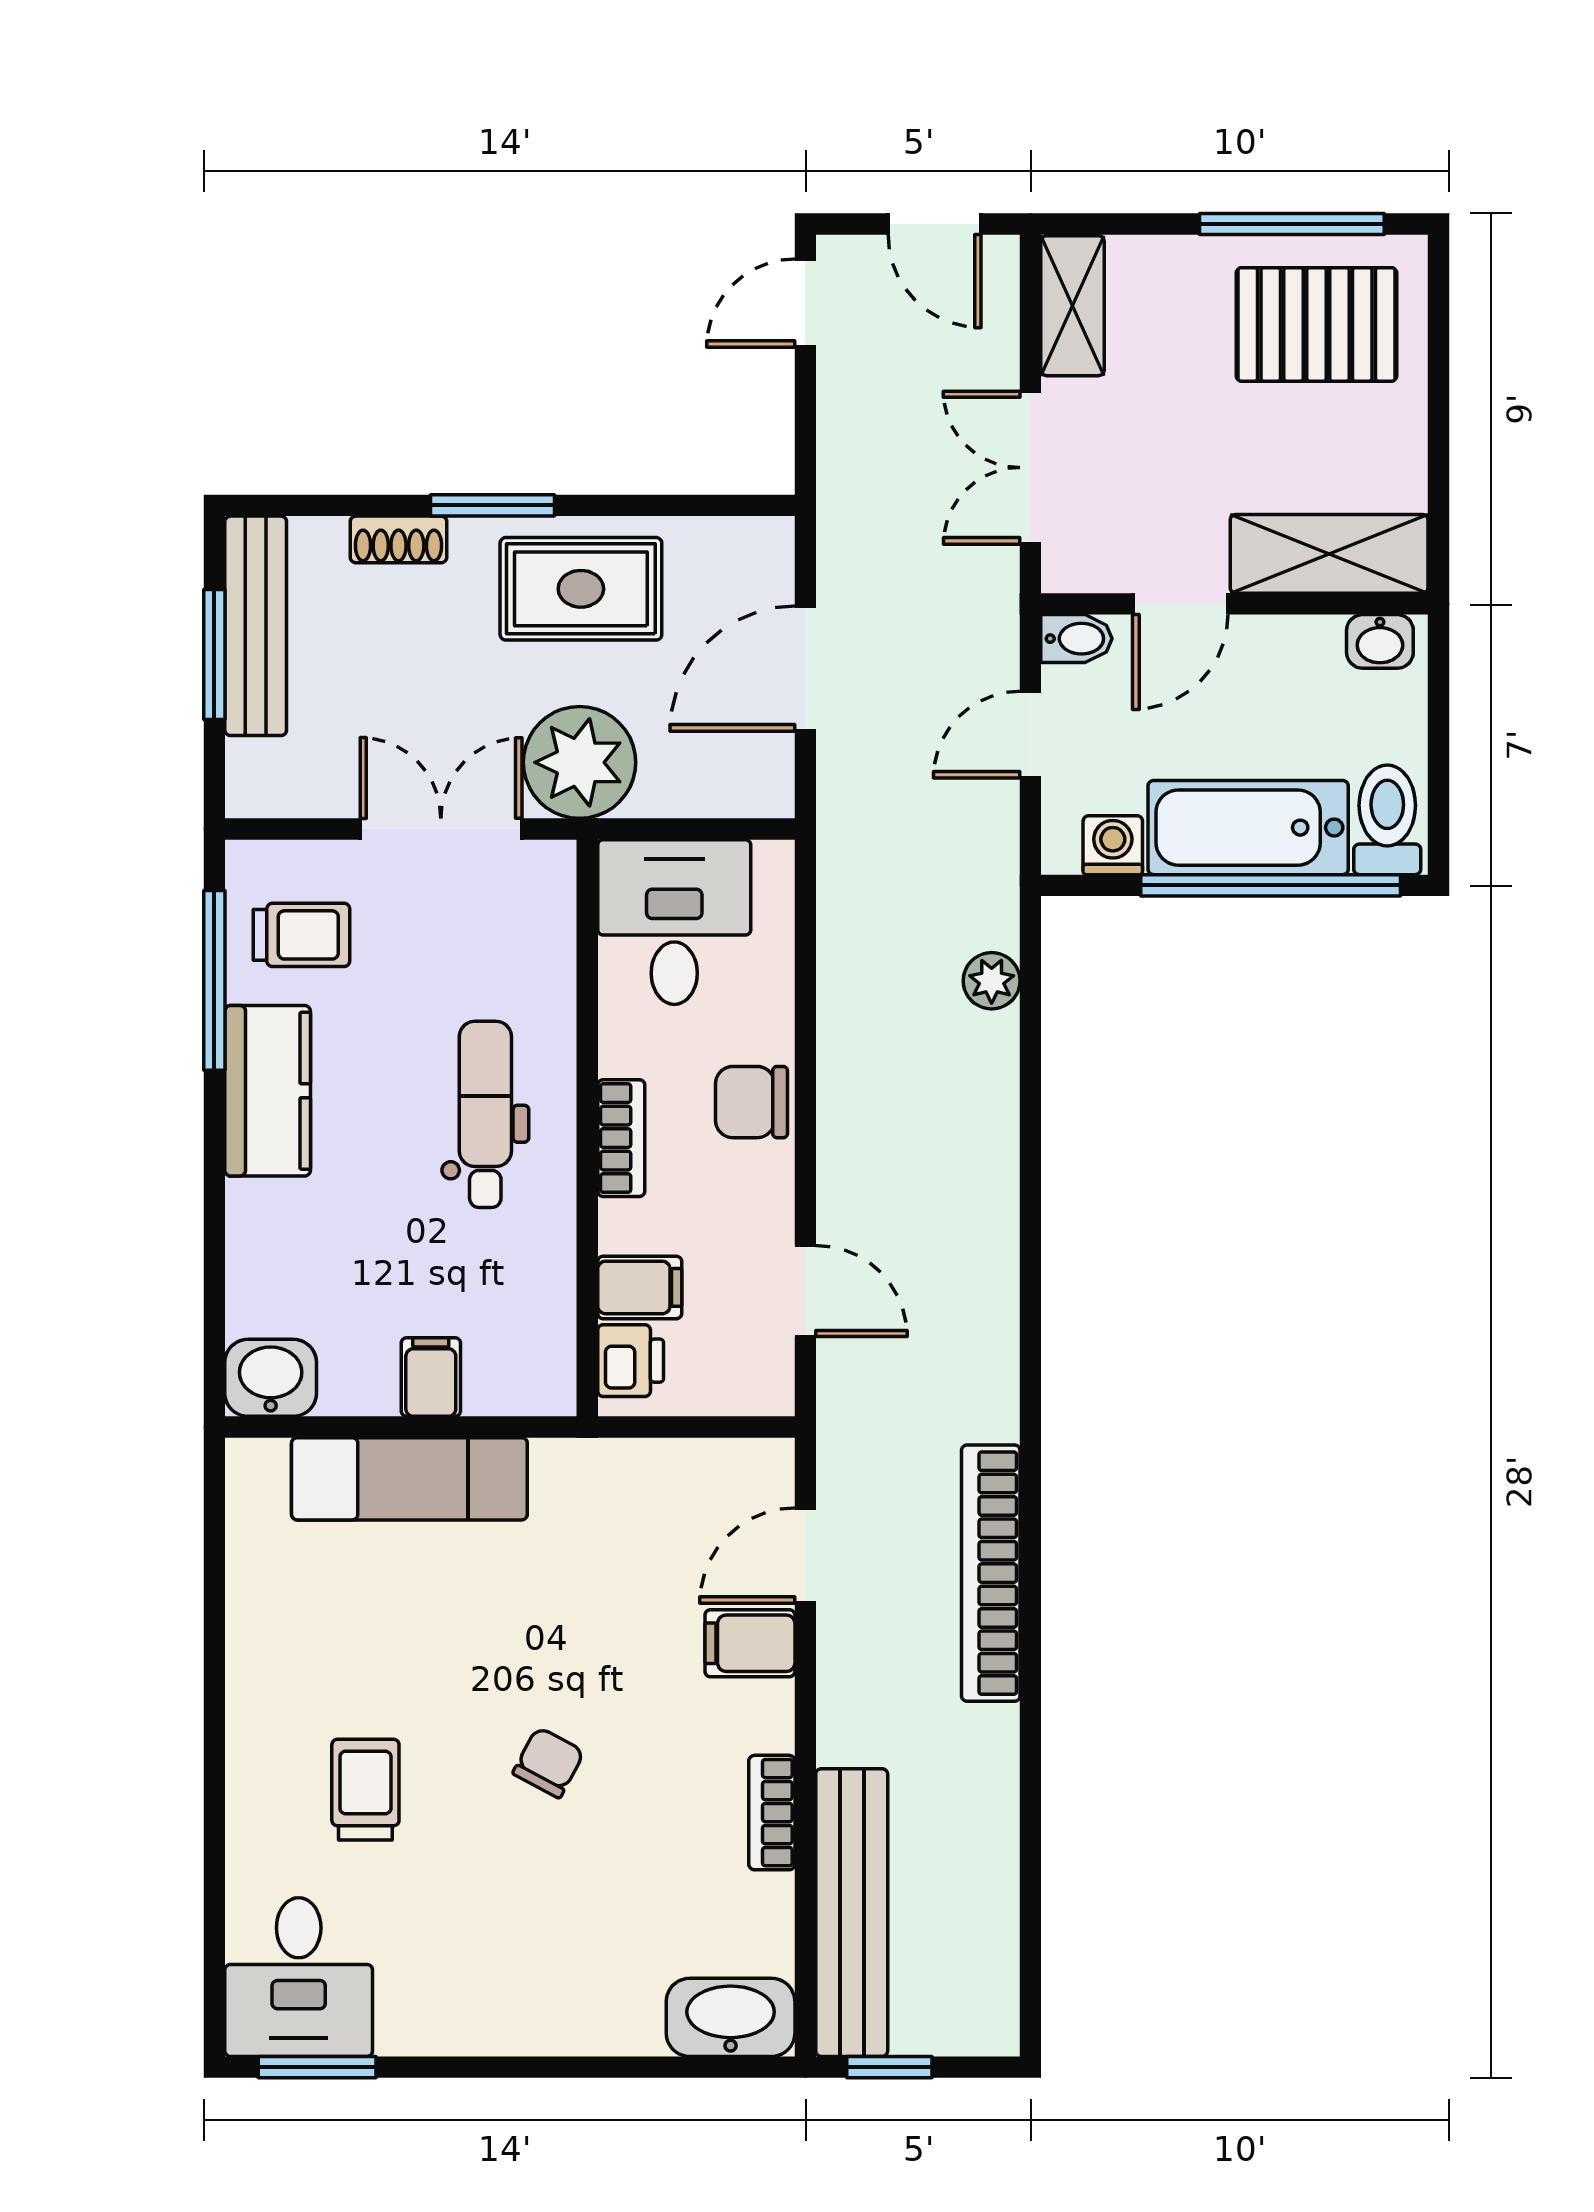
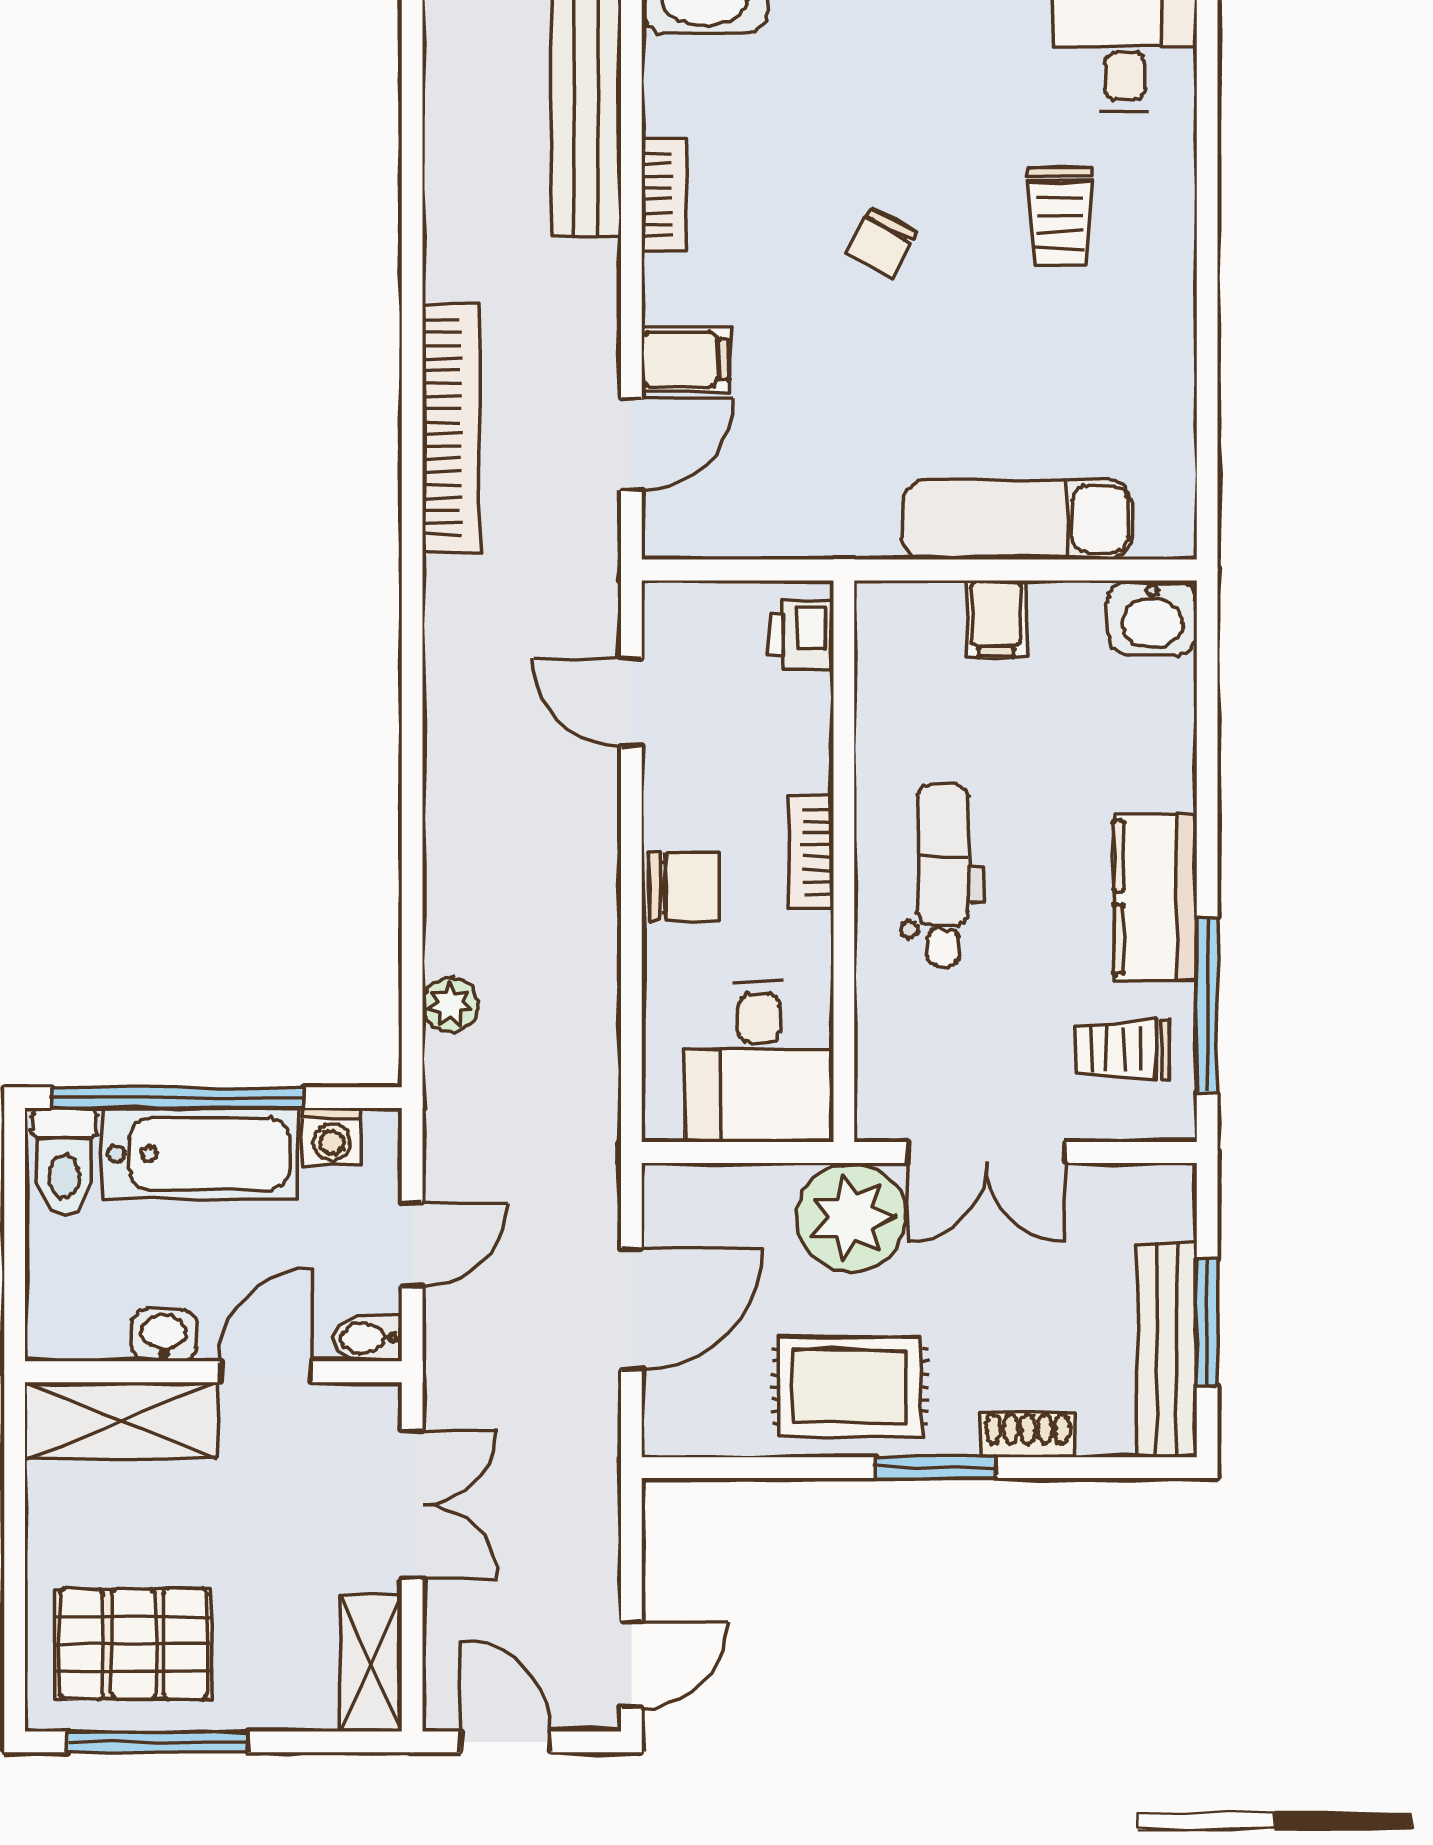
washbasin: (1380, 641) -> (164, 1335), moved
dental chair: (485, 1114) -> (943, 875), turned 180
filing cabinet: (640, 1287) -> (793, 706), removed

